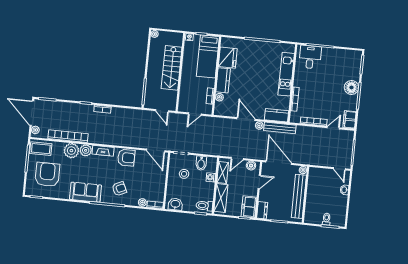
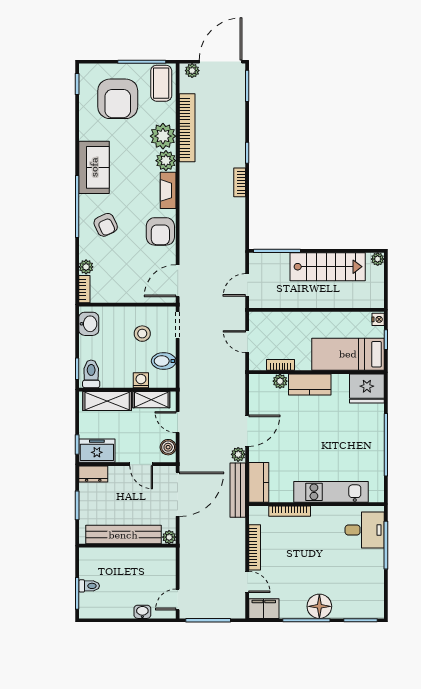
fridge: (228, 58) -> (367, 389), moved
stairs: (172, 68) -> (328, 267), moved, turned 180
armchair: (47, 175) -> (118, 99), turned 90

